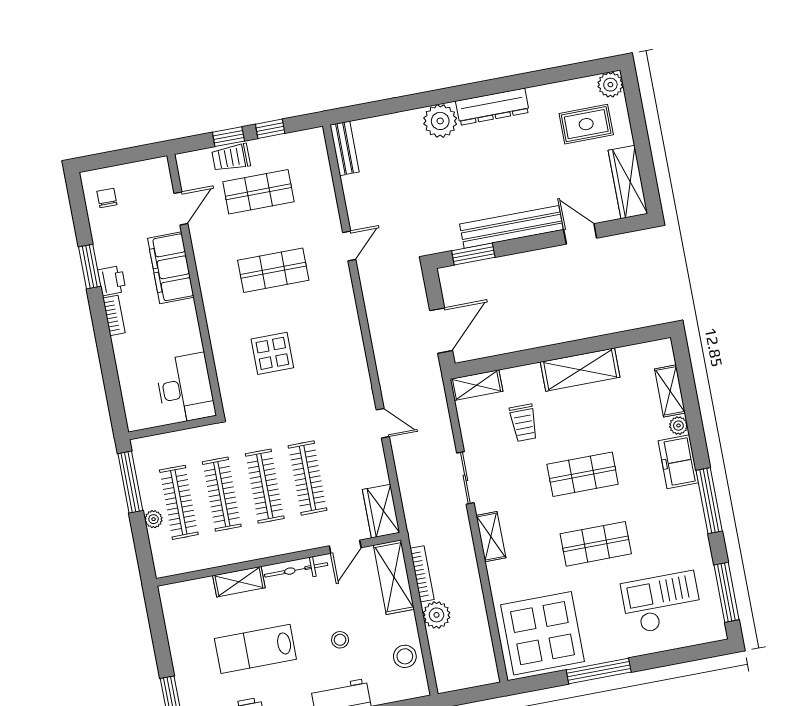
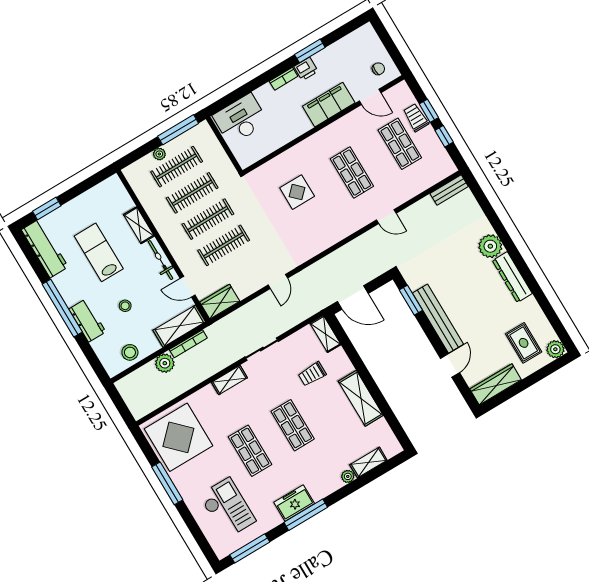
chair: (107, 198) -> (378, 69), moved
desk: (185, 388) -> (241, 119), moved, turned 180
freezer: (678, 462) -> (294, 503), moved

